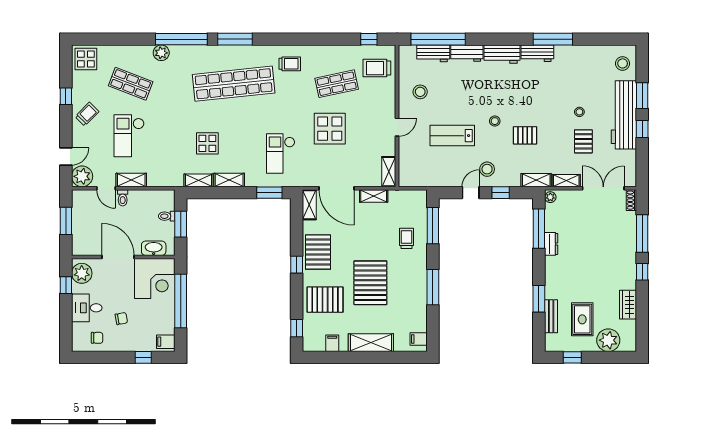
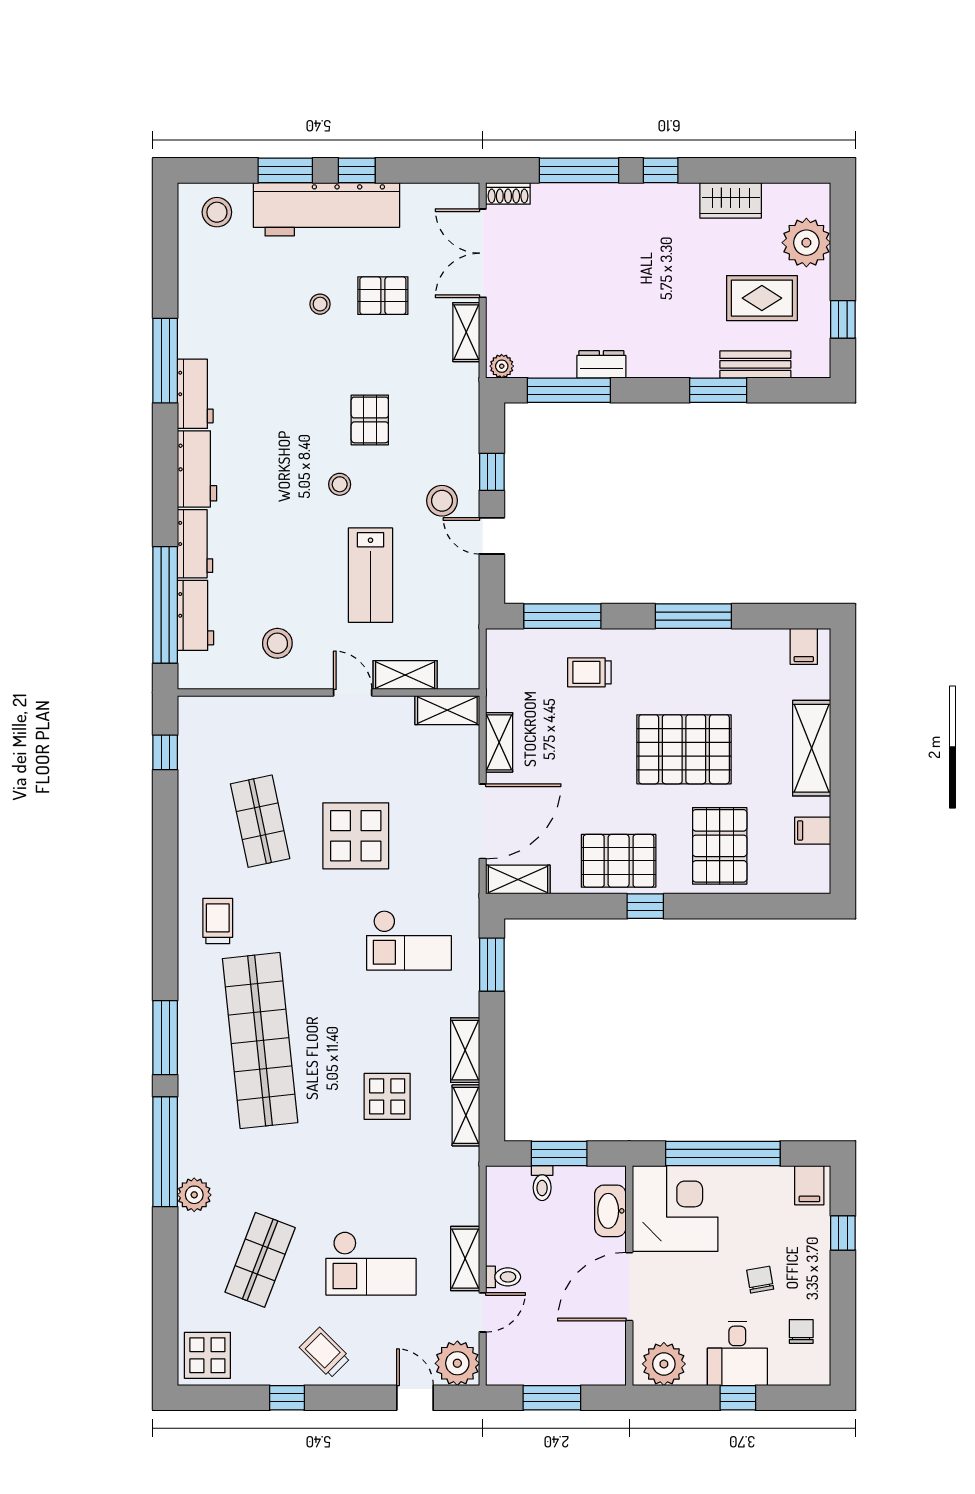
trolley: (377, 68) -> (227, 735), removed
shelving: (536, 180) -> (405, 675), moved, turned 90
window: (66, 285) -> (738, 1398), moved
window: (297, 328) -> (780, 906), removed

